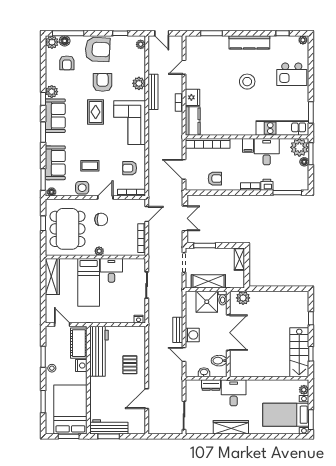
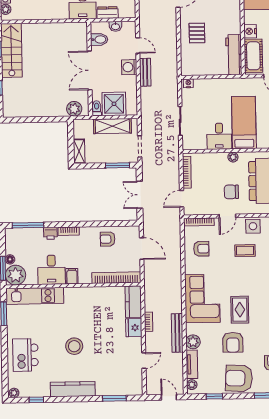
tv unit: (140, 63) -> (192, 364), added
kitchen island: (292, 74) -> (25, 355), turned -90
workbench: (99, 351) -> (234, 55), width x0.73, depth x0.76

